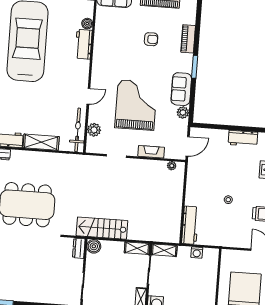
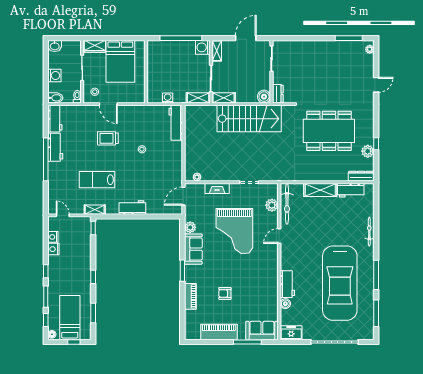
stairs: (102, 228) -> (249, 119), width x1.36, depth x1.51

